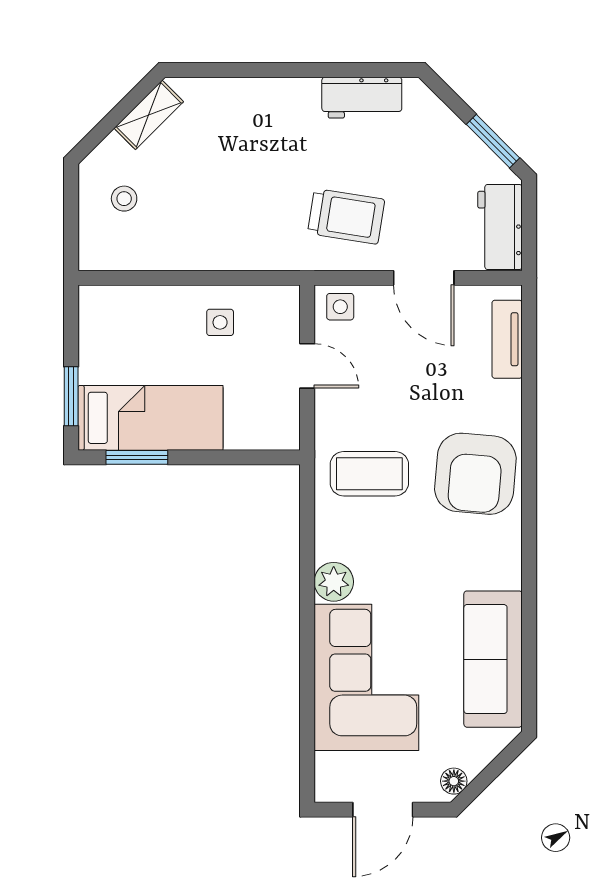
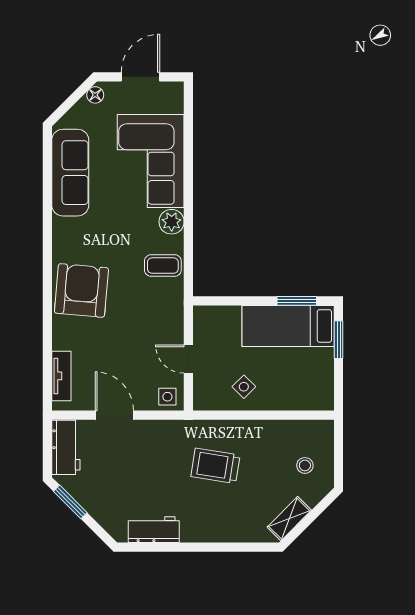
trolley: (346, 216) -> (215, 466), moved
side table: (220, 322) -> (244, 387), turned 45
coffee table: (369, 474) -> (163, 266), moved, width x0.73, depth x0.77

